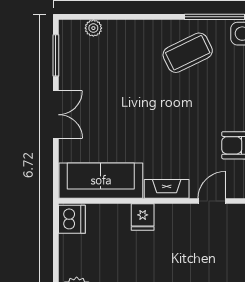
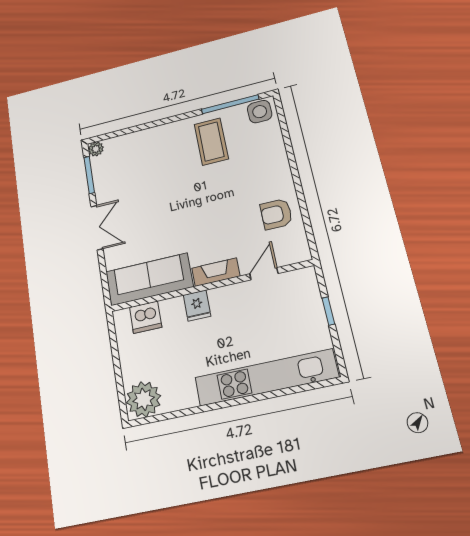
plant: (93, 28) -> (96, 149), moved
coffee table: (188, 53) -> (211, 142), turned -64
dishwasher: (72, 219) -> (146, 317), moved, turned 90

